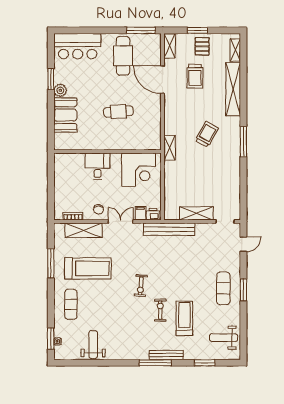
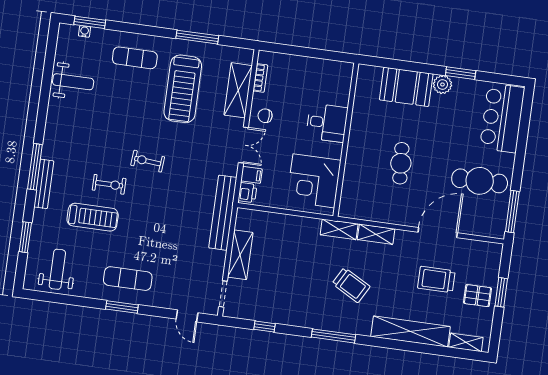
shelving: (170, 46) -> (376, 234), moved
window: (243, 190) -> (264, 326), added

